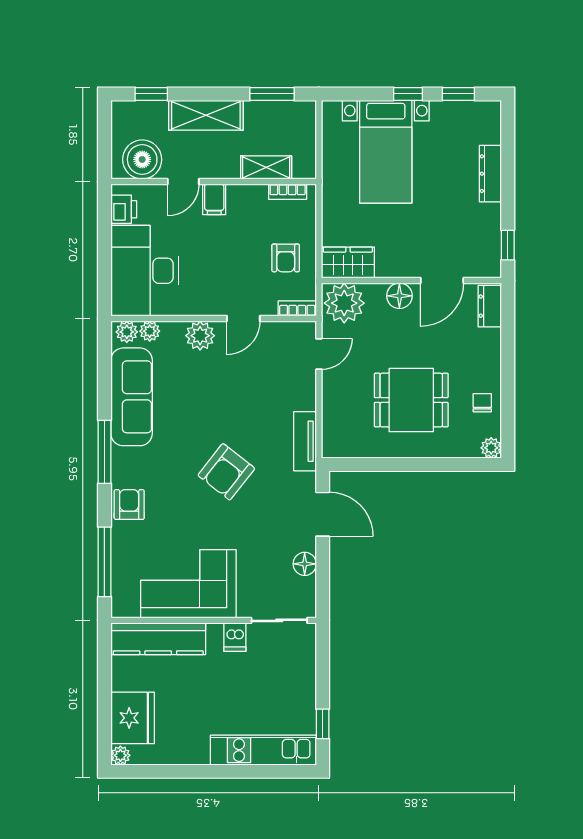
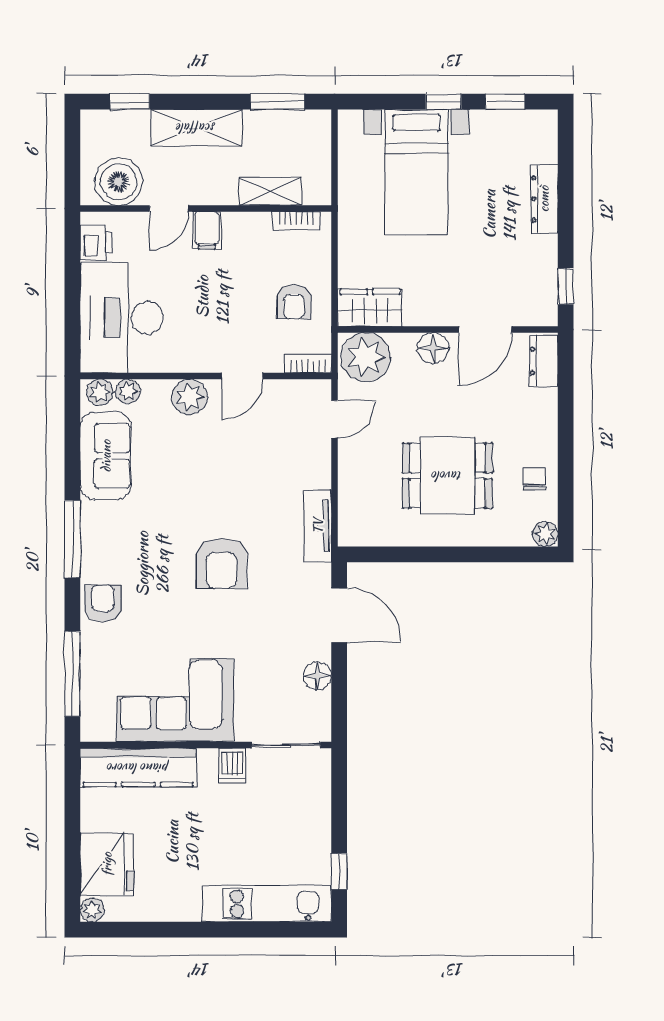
sofa: (132, 397) -> (106, 456), width x0.73
armchair: (226, 472) -> (221, 563), turned -38

